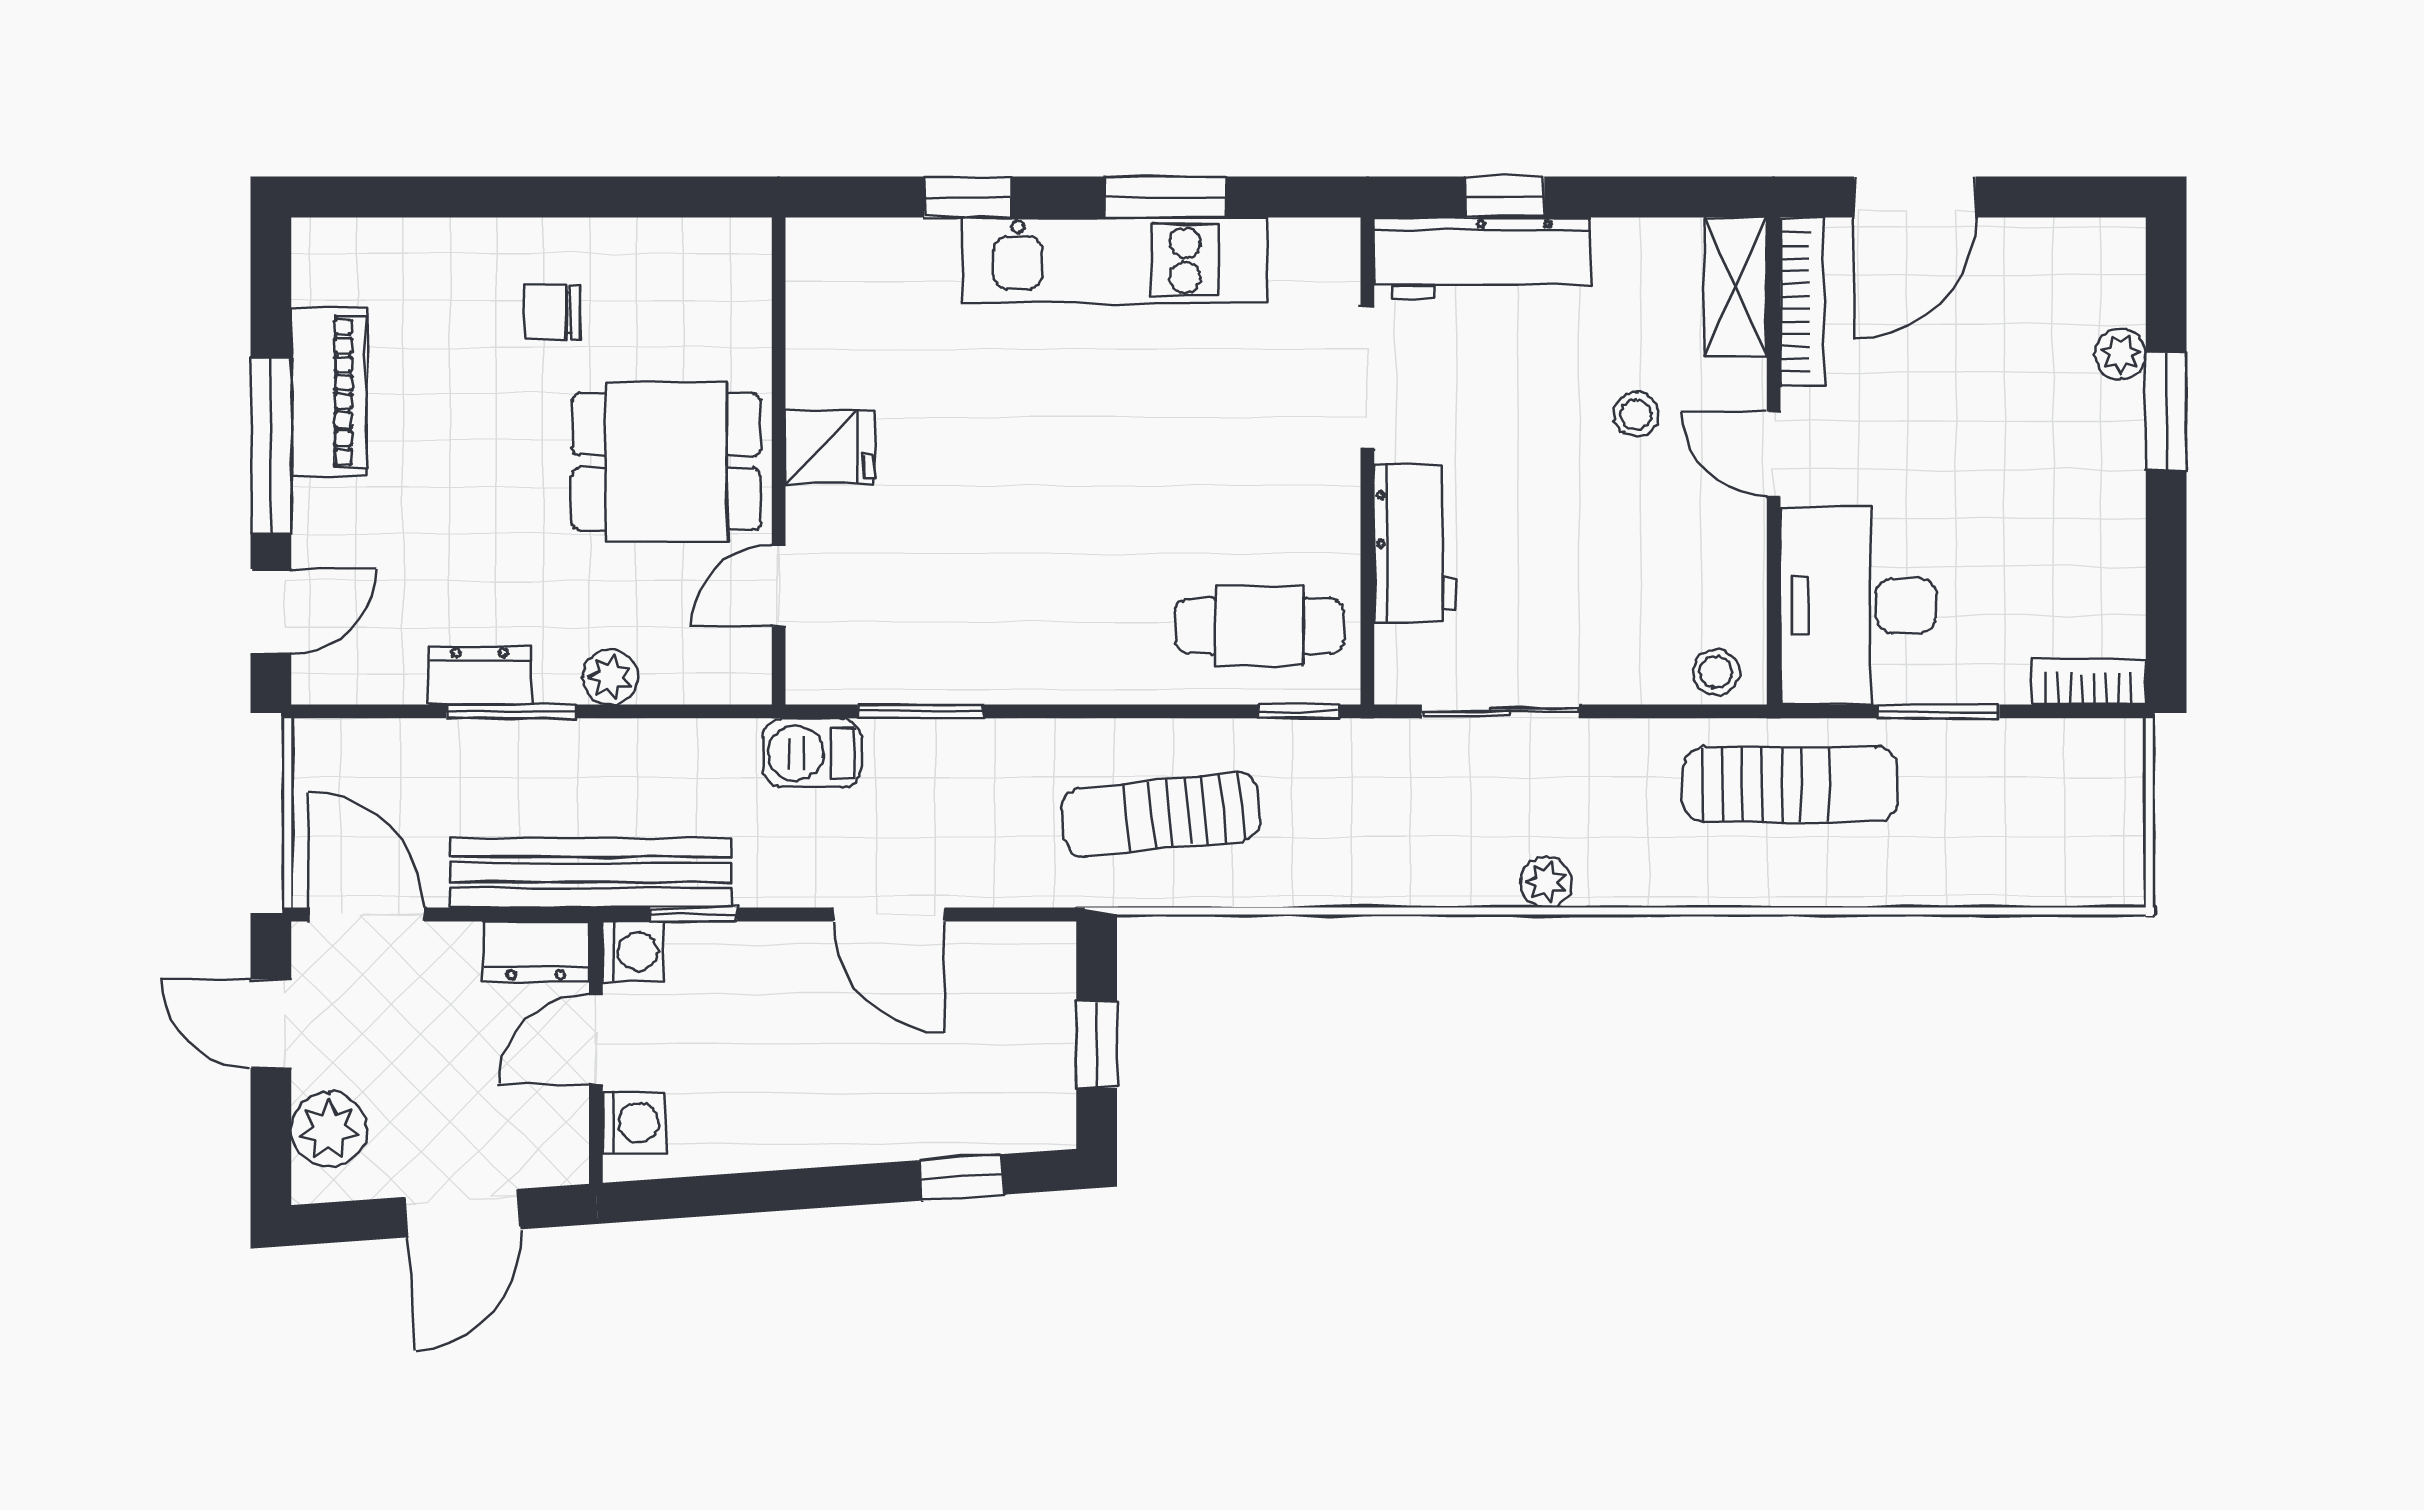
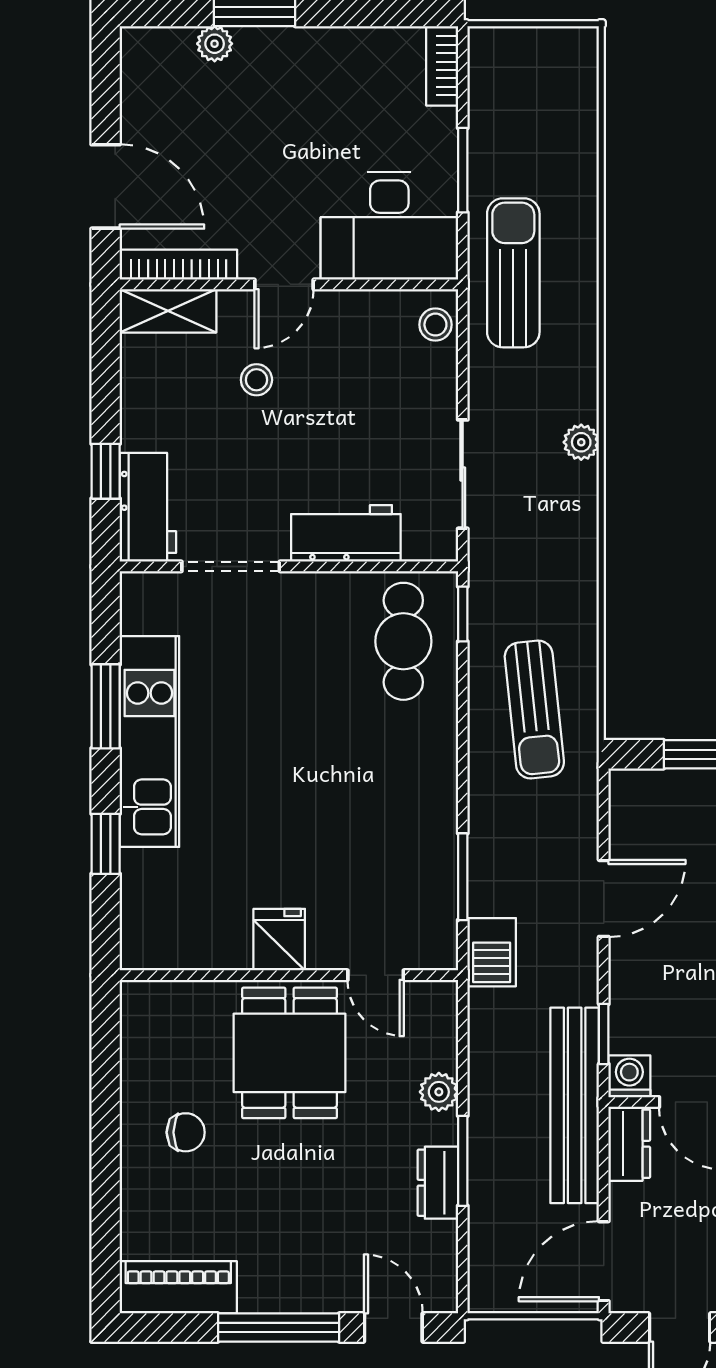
workbench: (1482, 258) -> (148, 507), width x0.73
chair: (552, 312) -> (186, 1132), turned -90
piano: (329, 392) -> (178, 1287), moved

